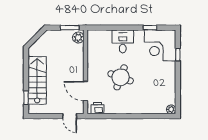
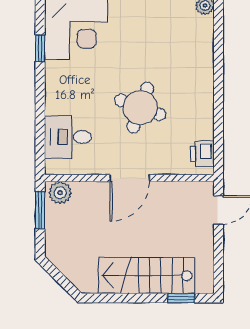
desk: (123, 41) -> (68, 137), moved
door: (86, 91) -> (130, 178), moved

